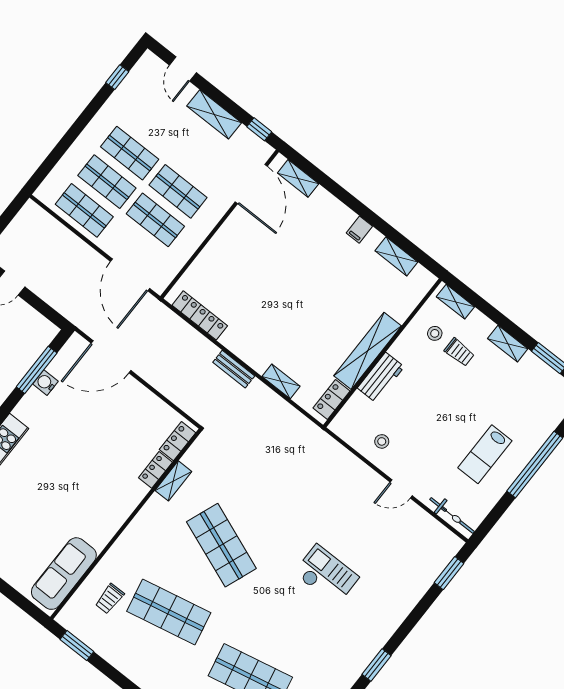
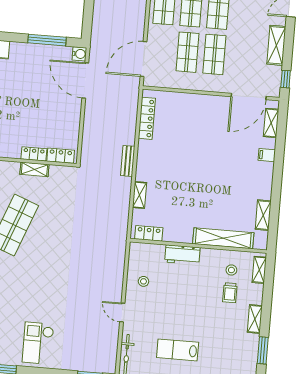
filing cabinet: (359, 230) -> (267, 155), moved
shelving: (368, 351) -> (223, 238), moved
water cooler: (45, 383) -> (79, 54), moved, turned 90
checkout: (326, 575) -> (38, 343), moved, turned 180

